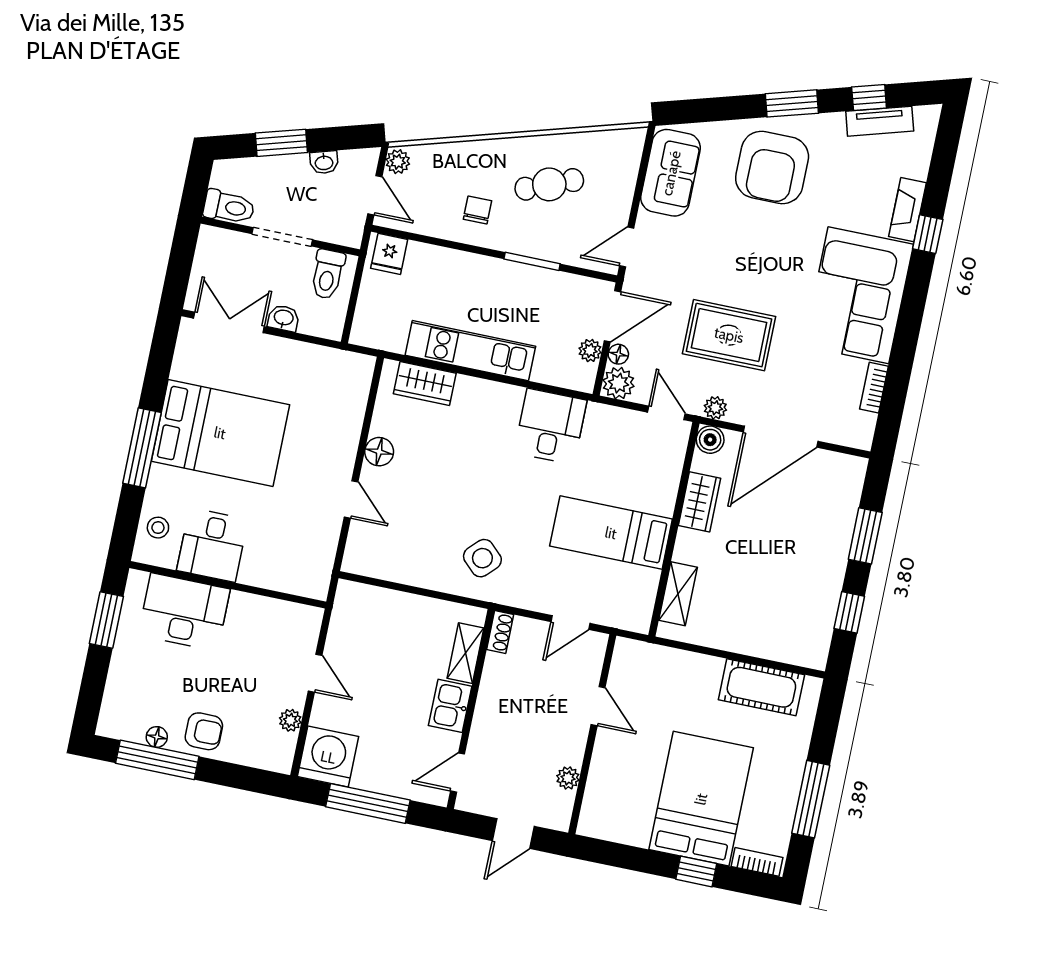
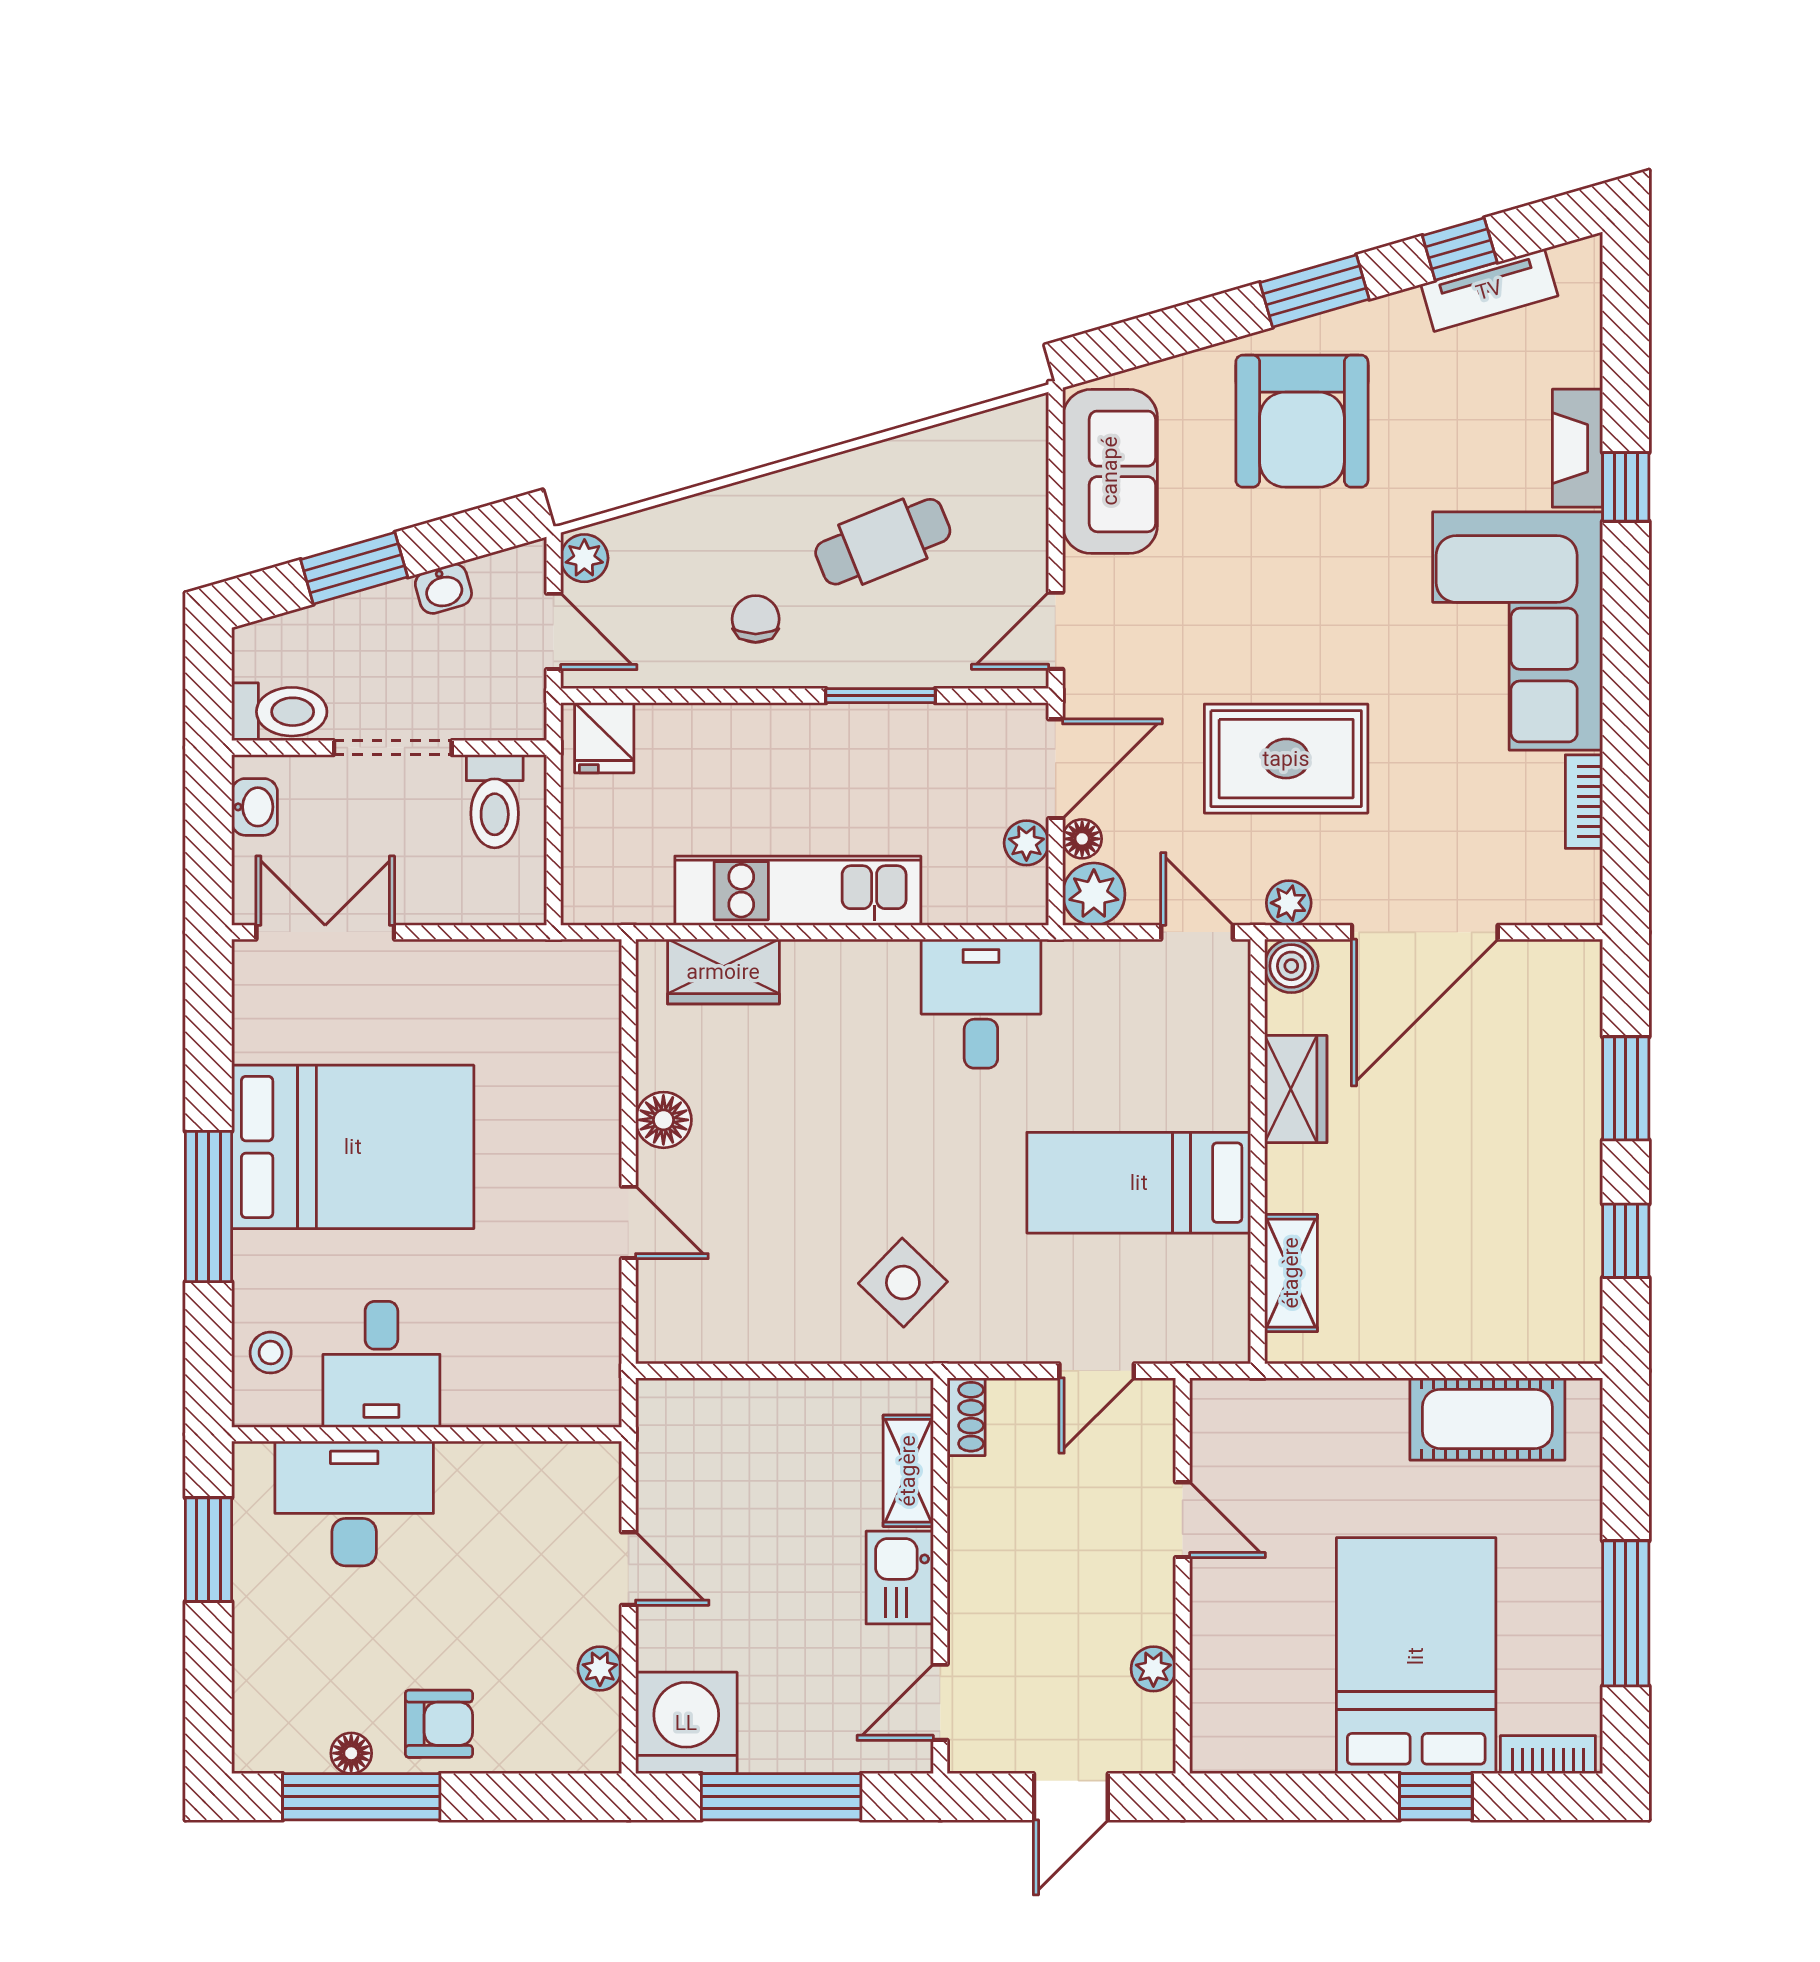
washbasin: (284, 318) -> (255, 807), moved, turned 90

